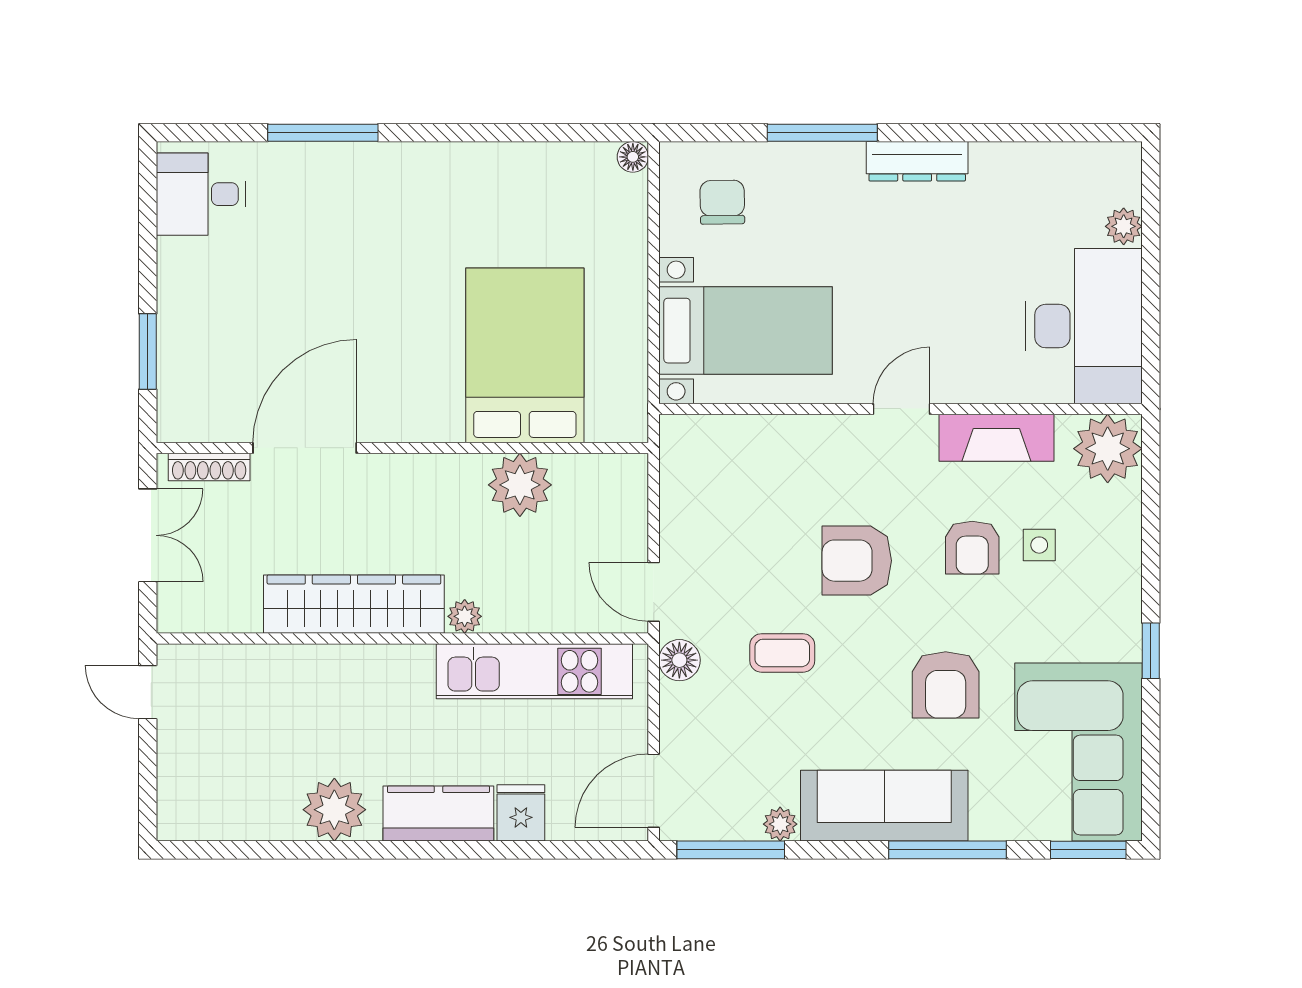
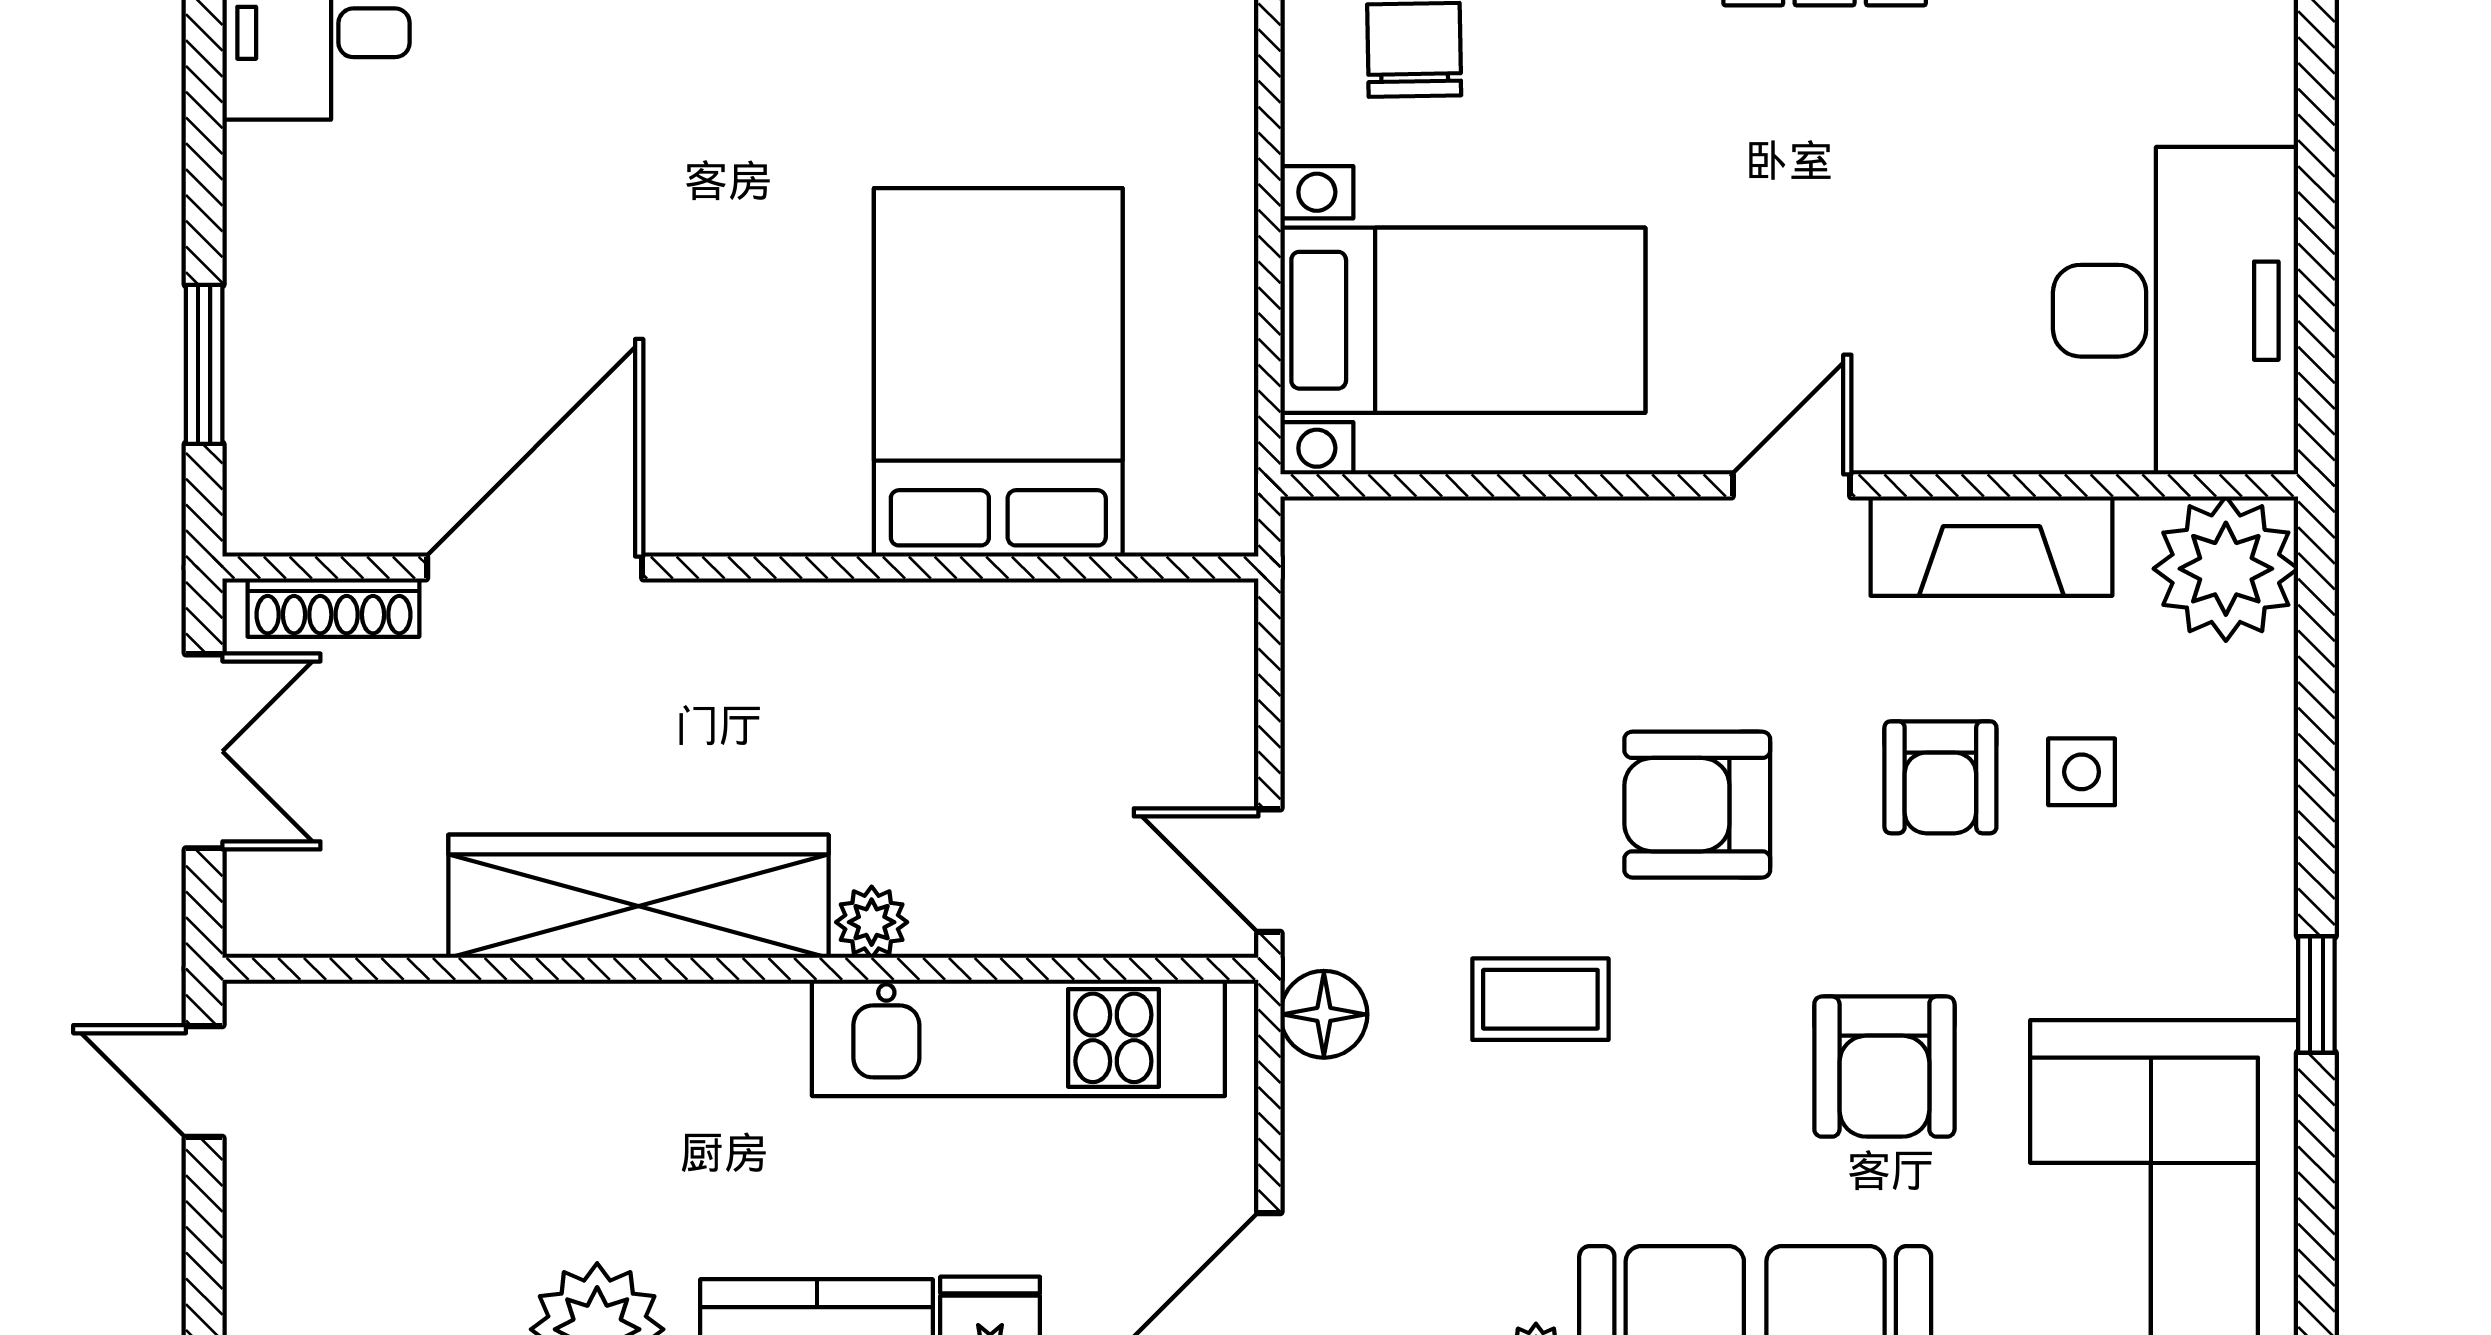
plant: (1124, 226) -> (2259, 101), removed
plant: (520, 485) -> (988, 645), removed

